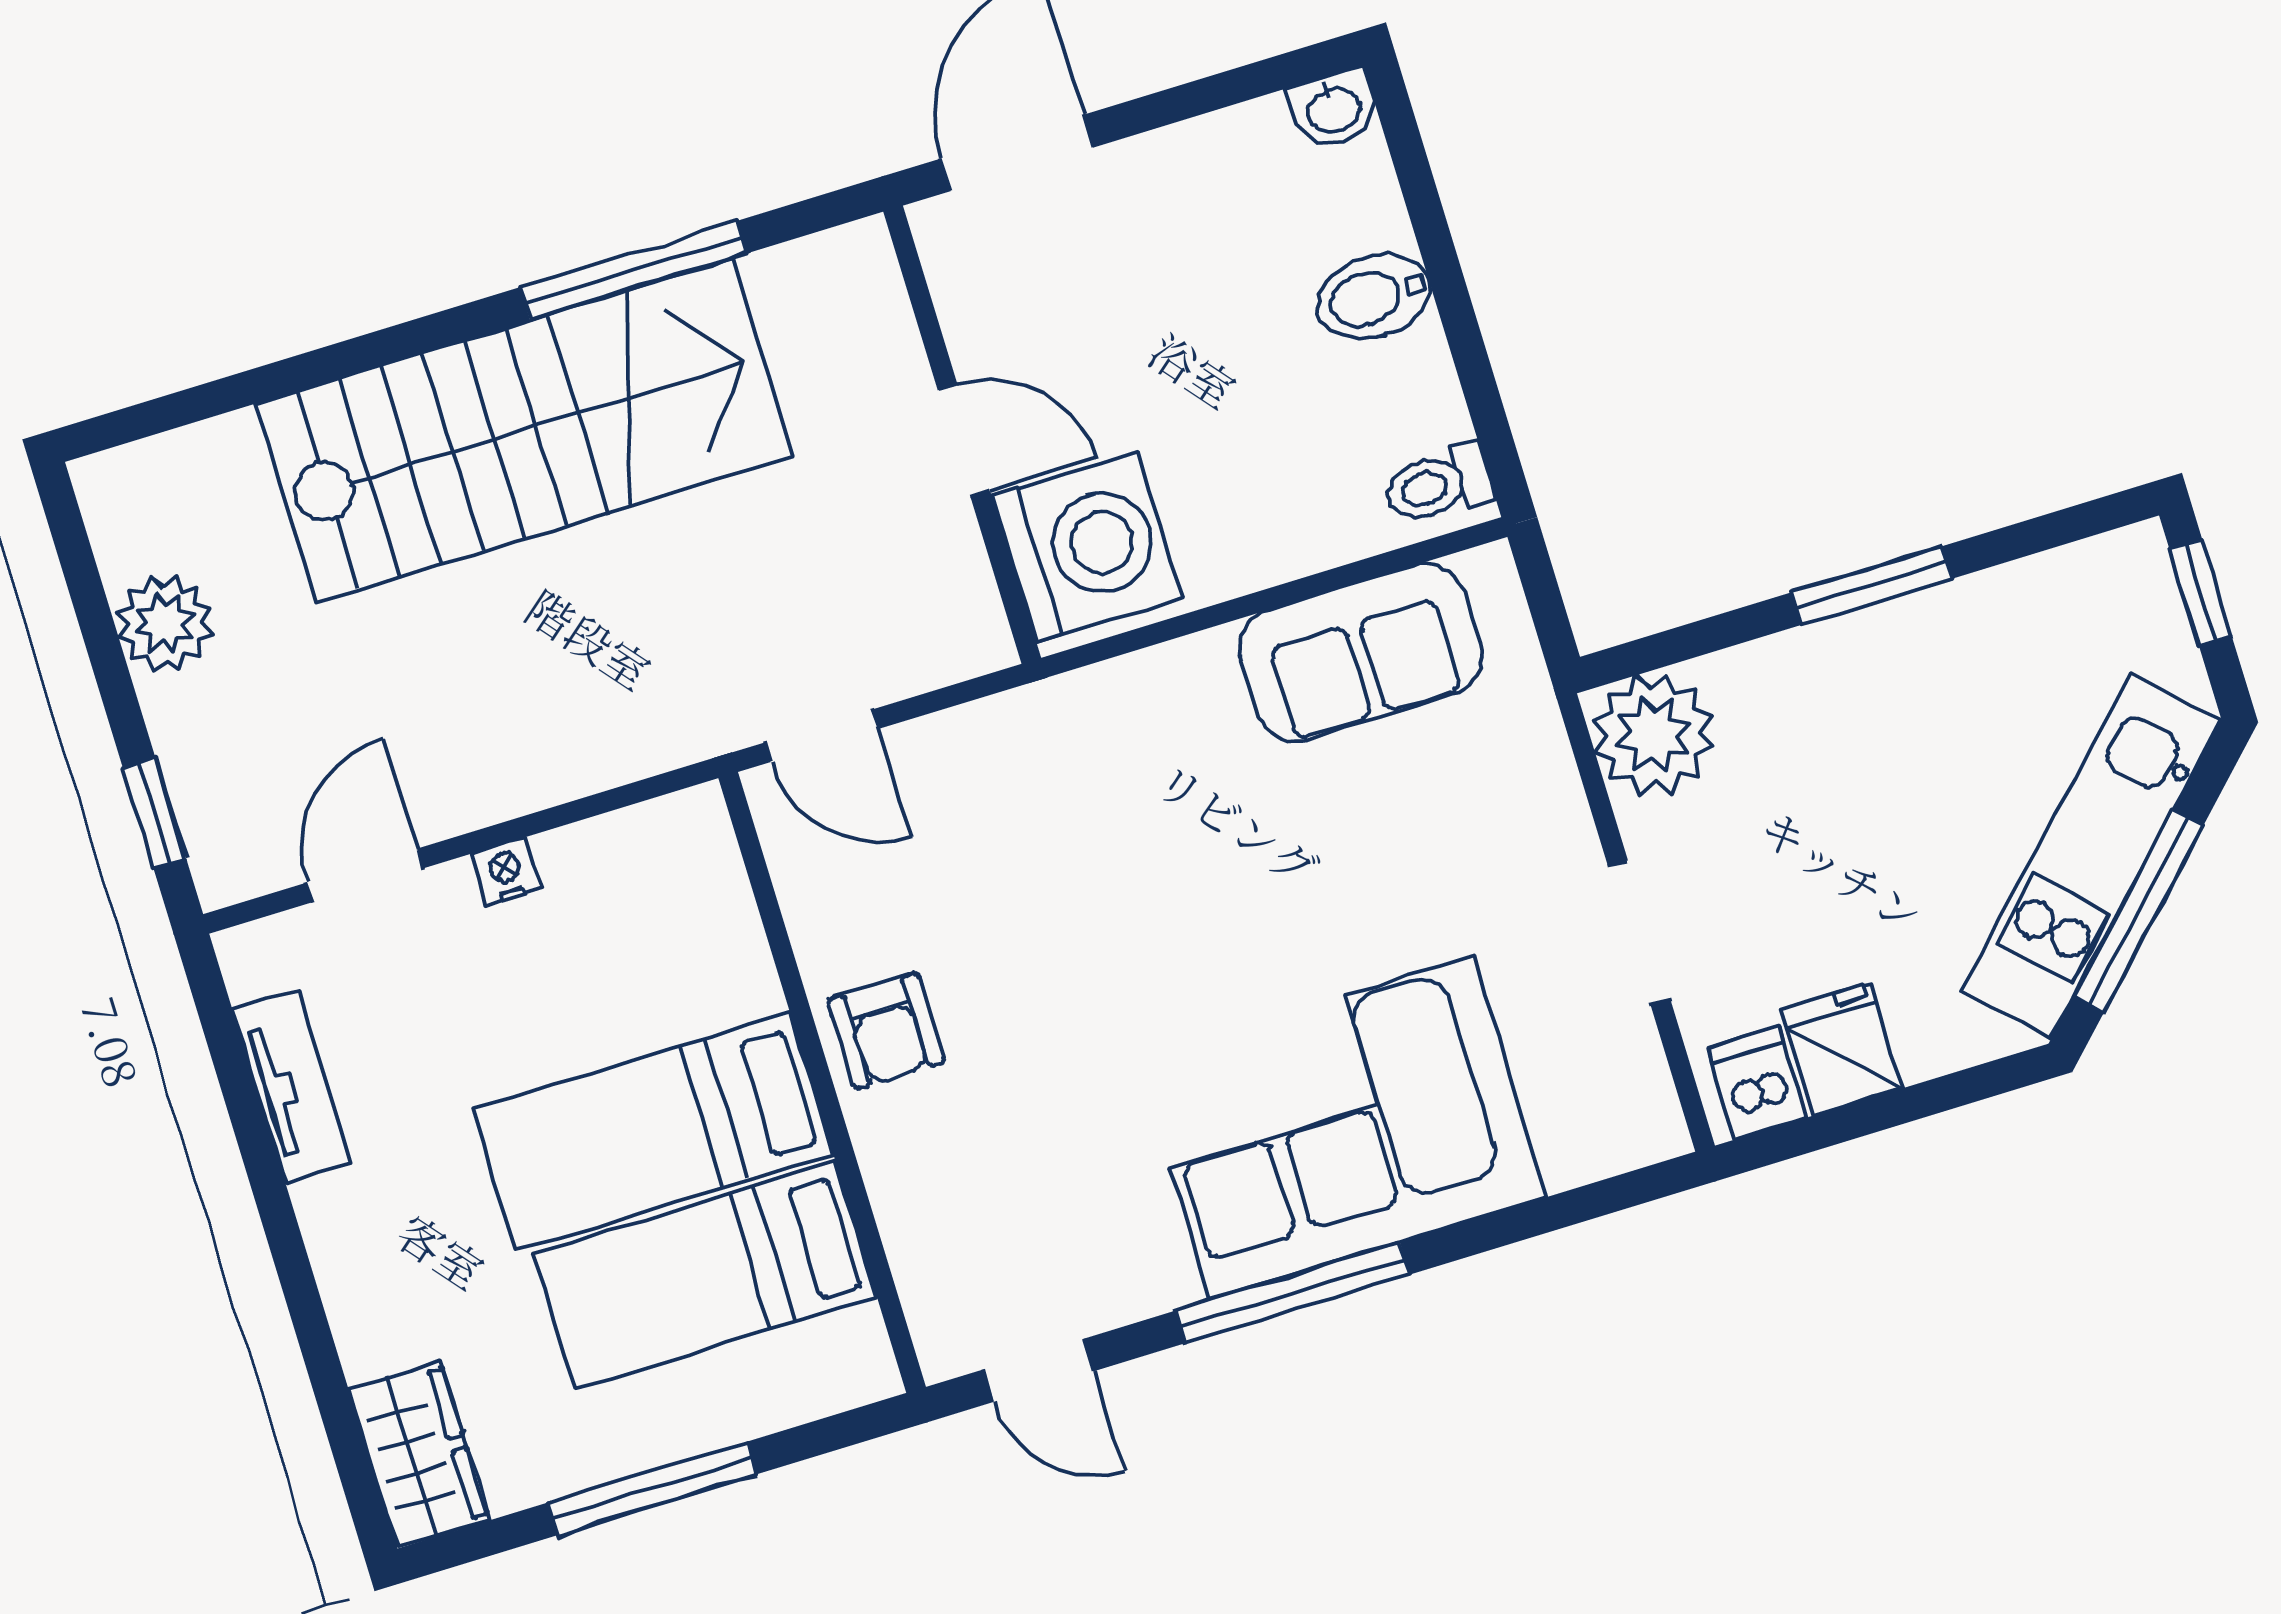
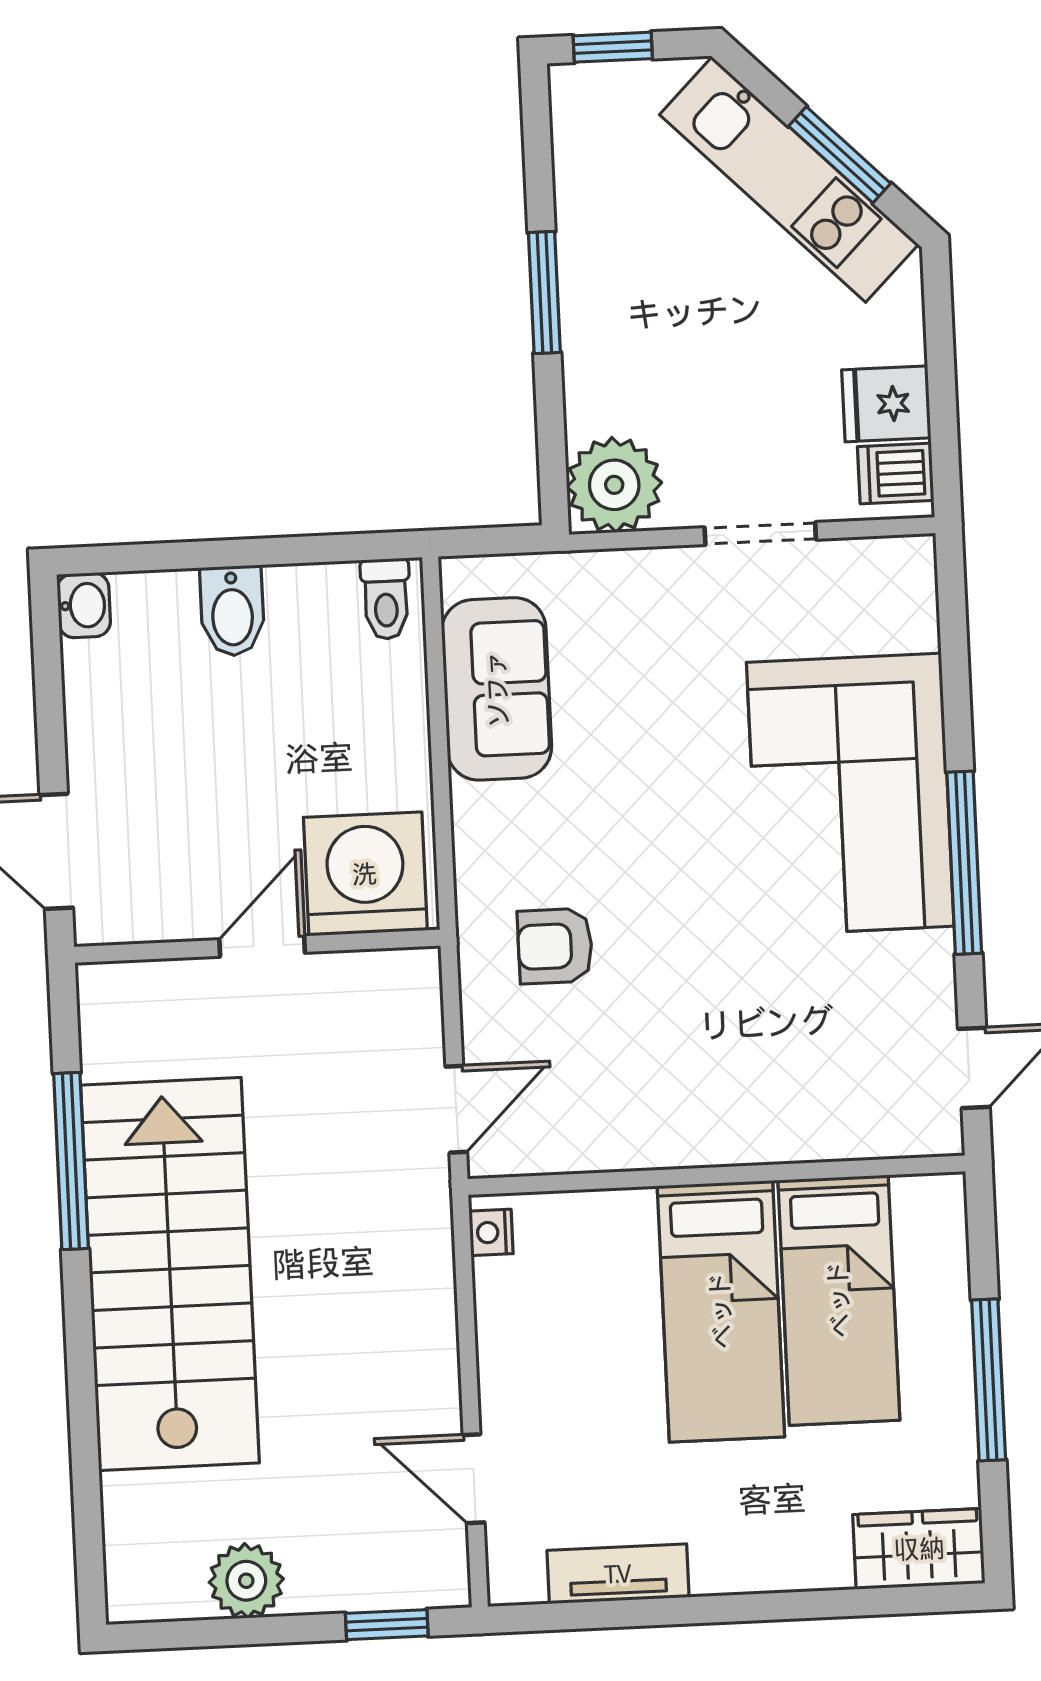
nightstand: (506, 871) -> (491, 1232), moved
window: (2138, 911) -> (840, 155), width x0.69
armchair: (886, 1031) -> (555, 946), moved, turned 180

